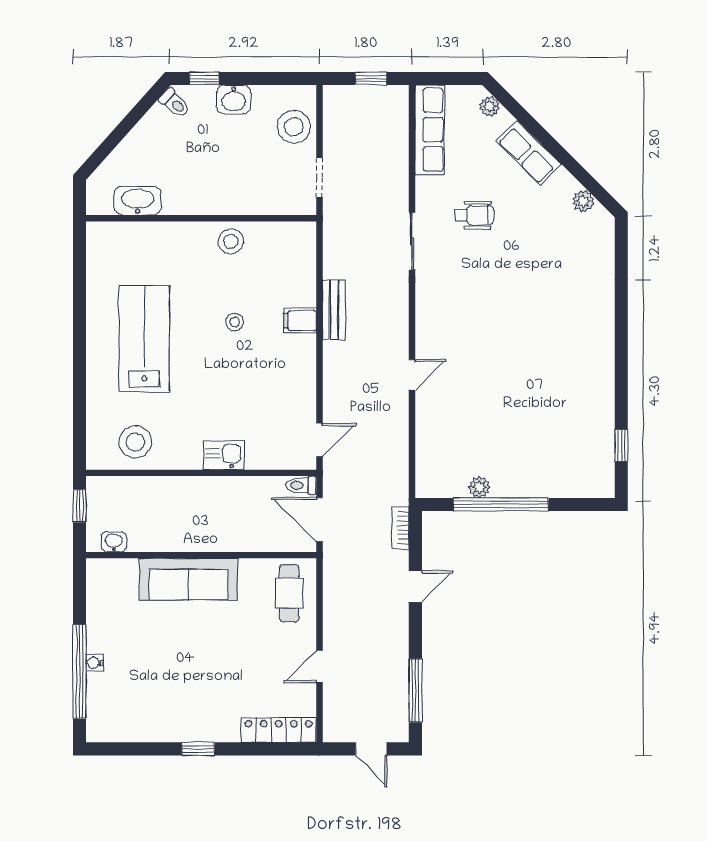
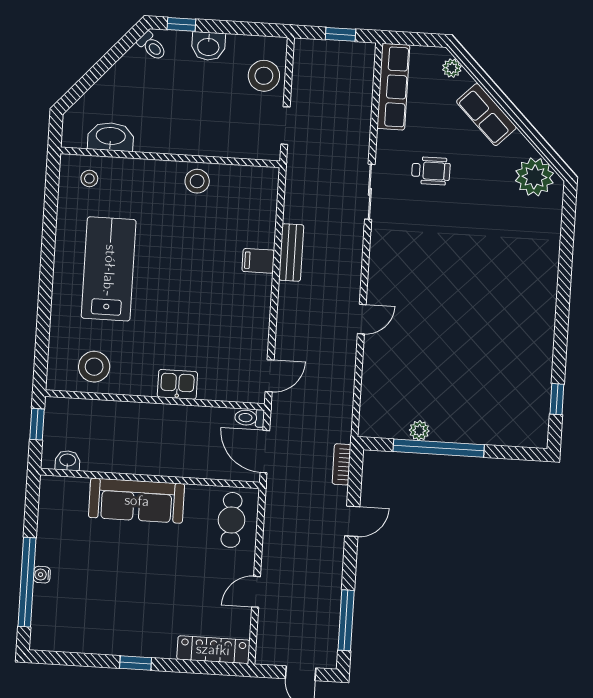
plant: (583, 201) -> (534, 177), width x1.88, depth x1.88
stool: (235, 322) -> (89, 178), moved

